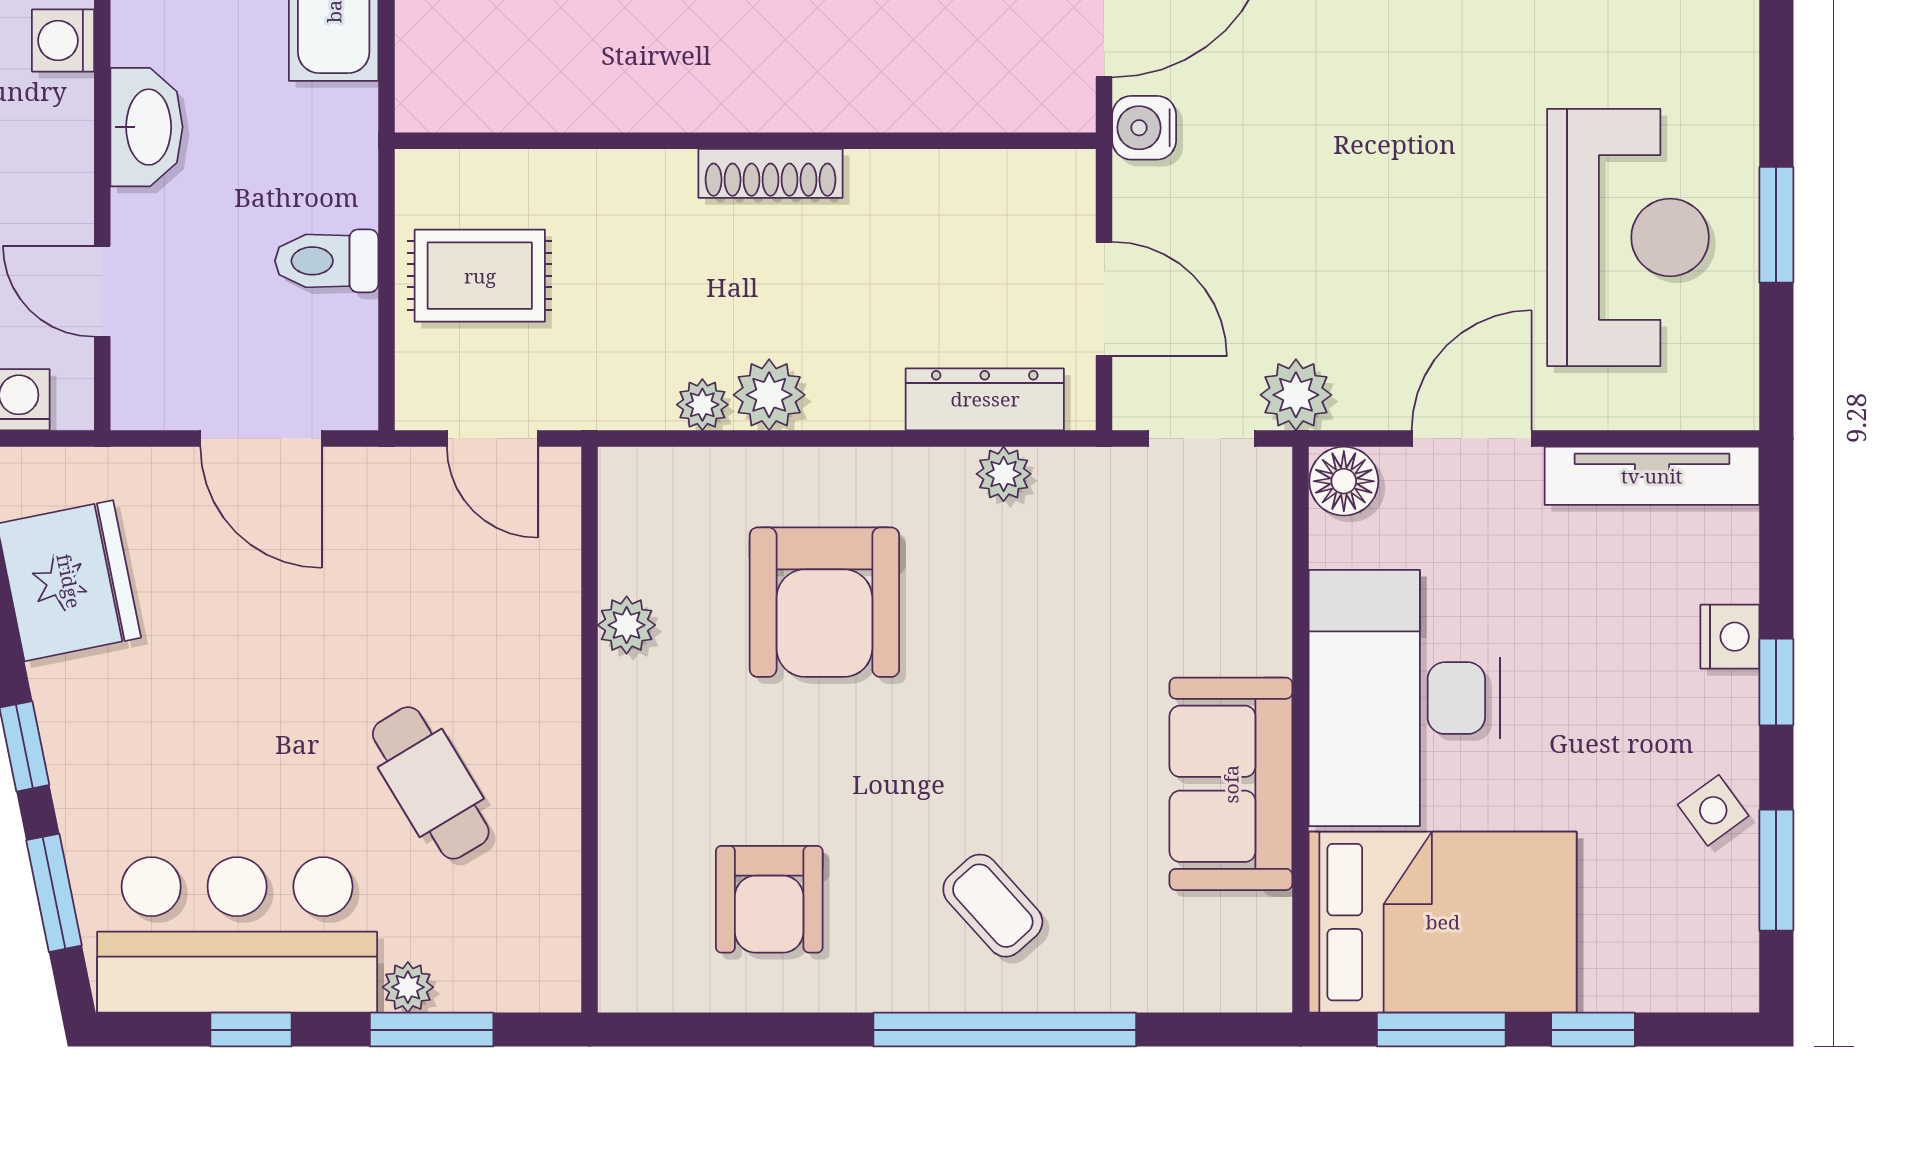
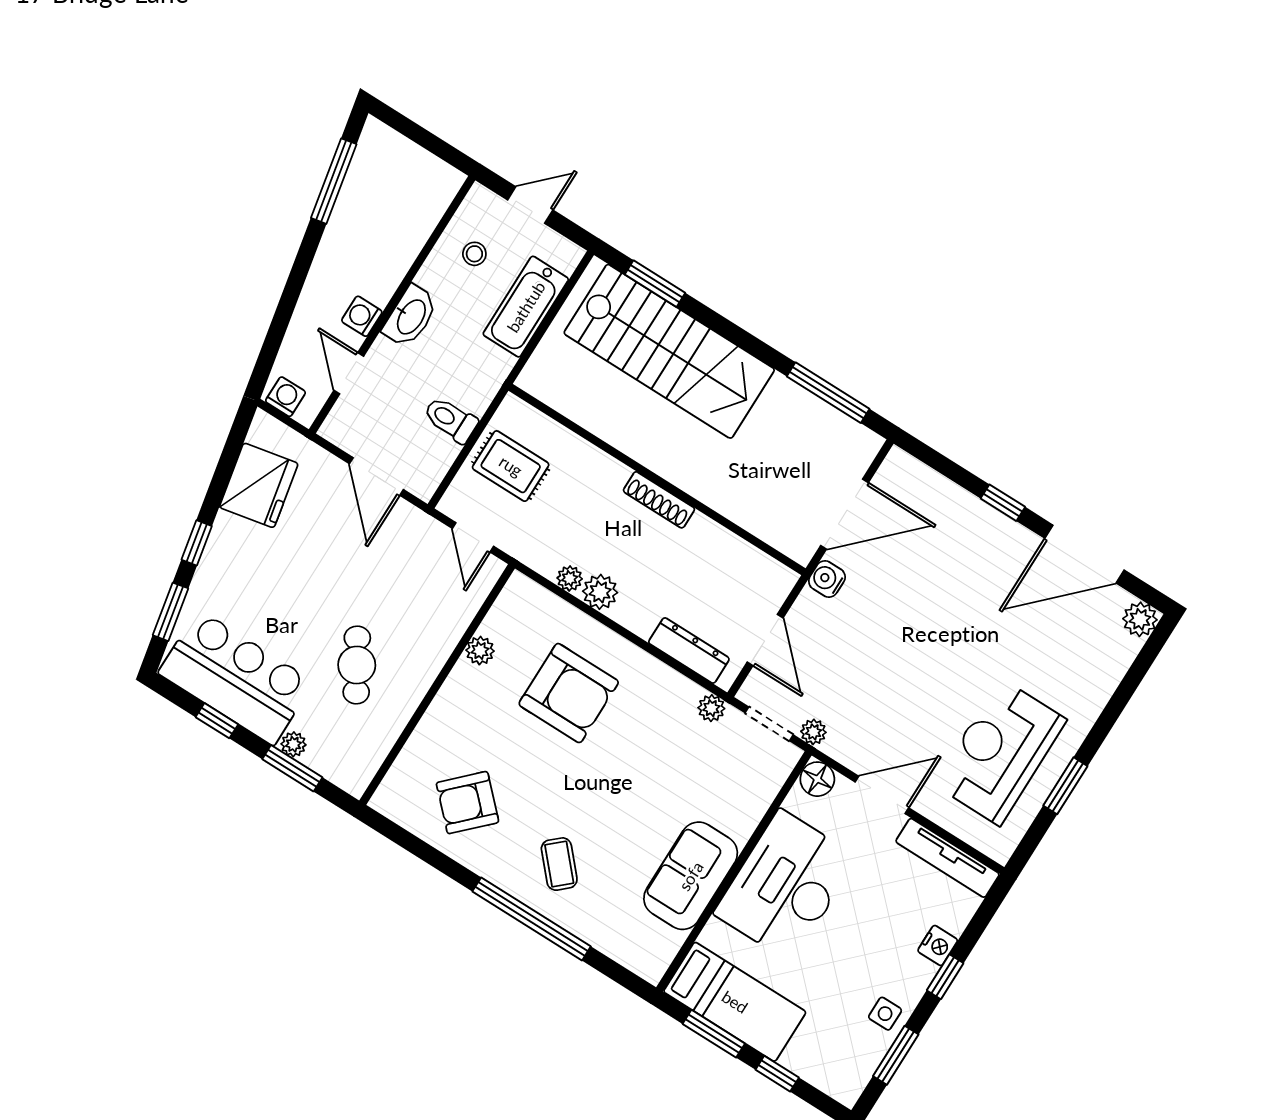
washing machine: (63, 41) -> (362, 316), moved
reception desk: (1628, 237) -> (1000, 752), turned 180
plant: (1296, 395) -> (813, 732), width x0.73, depth x0.73
plant: (1004, 474) -> (711, 708), moved
armchair: (824, 602) -> (569, 693), turned -90
side table: (1713, 810) -> (885, 1014), turned 36
armchair: (769, 899) -> (467, 803), turned 45
bed: (1443, 922) -> (735, 1002), width x0.67

